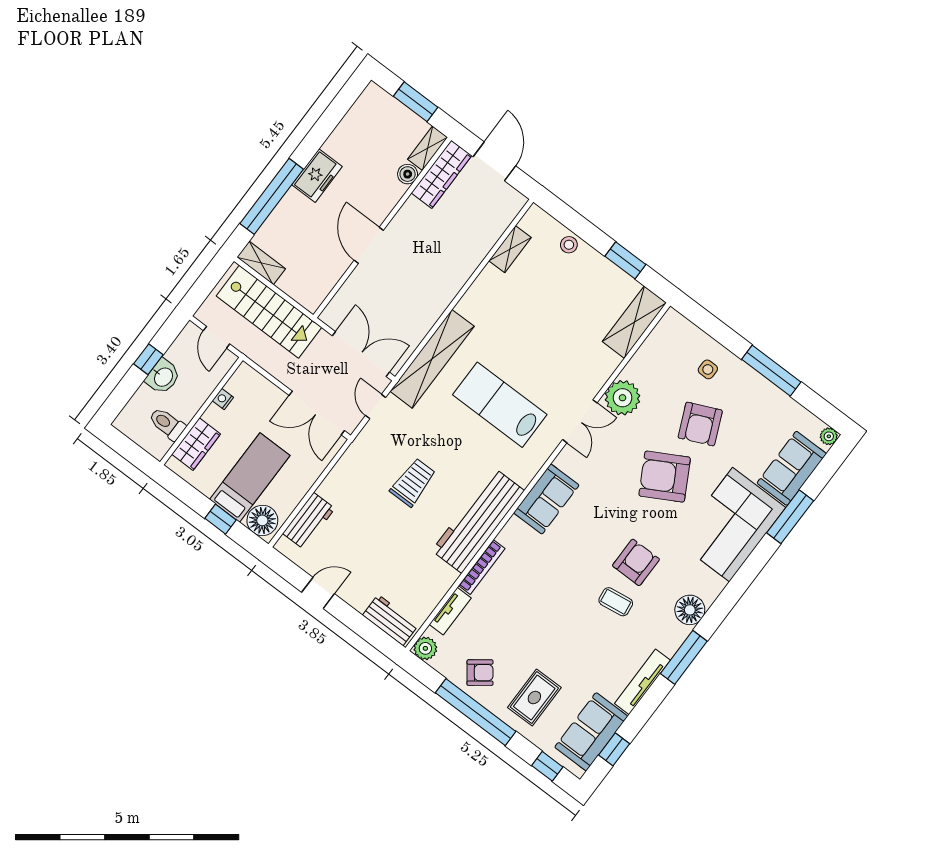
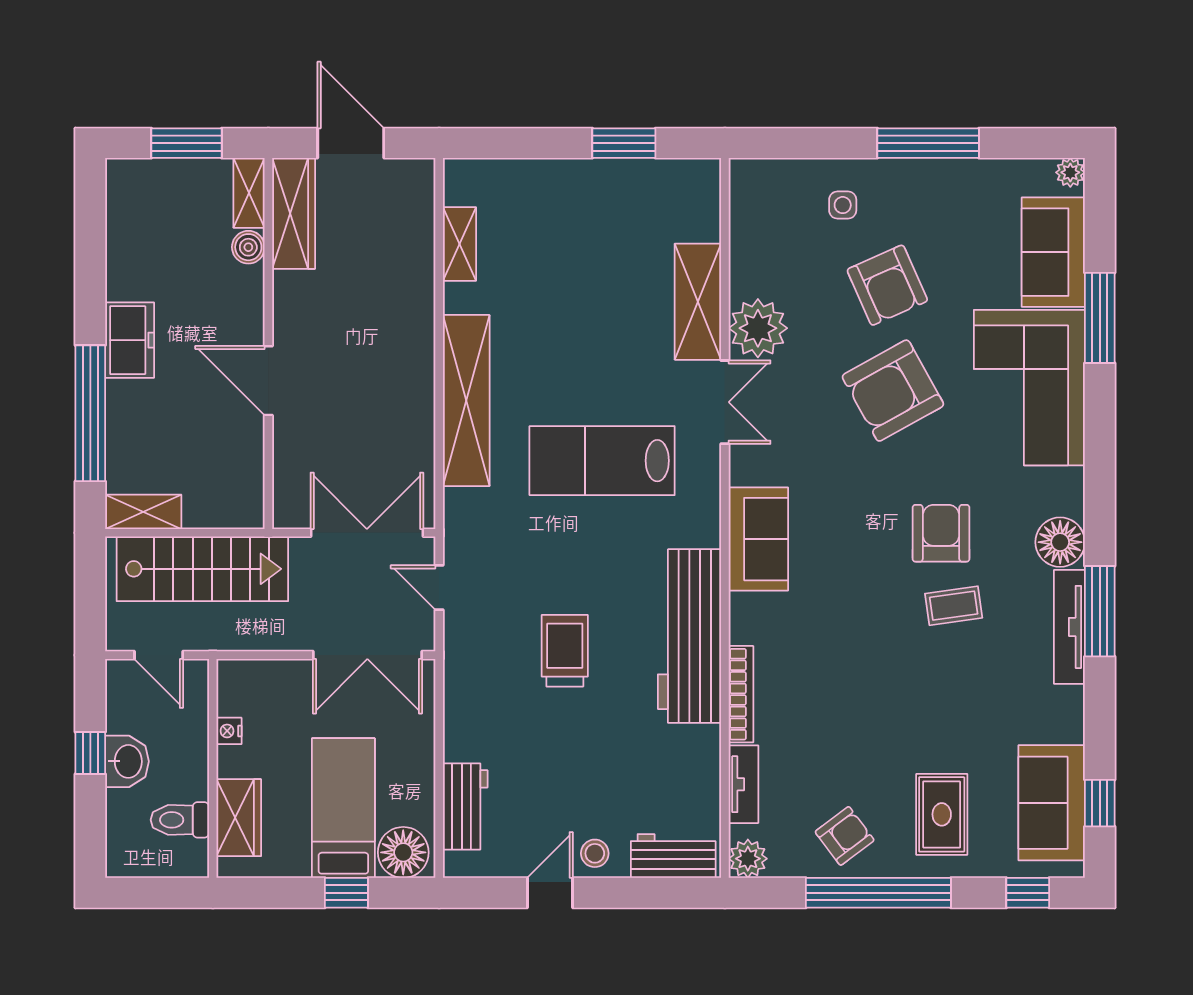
stool: (569, 245) -> (595, 853), moved
shelving: (634, 322) -> (698, 302), moved
shelving: (432, 359) -> (466, 401), moved
tv unit: (642, 682) -> (1069, 627), moved

